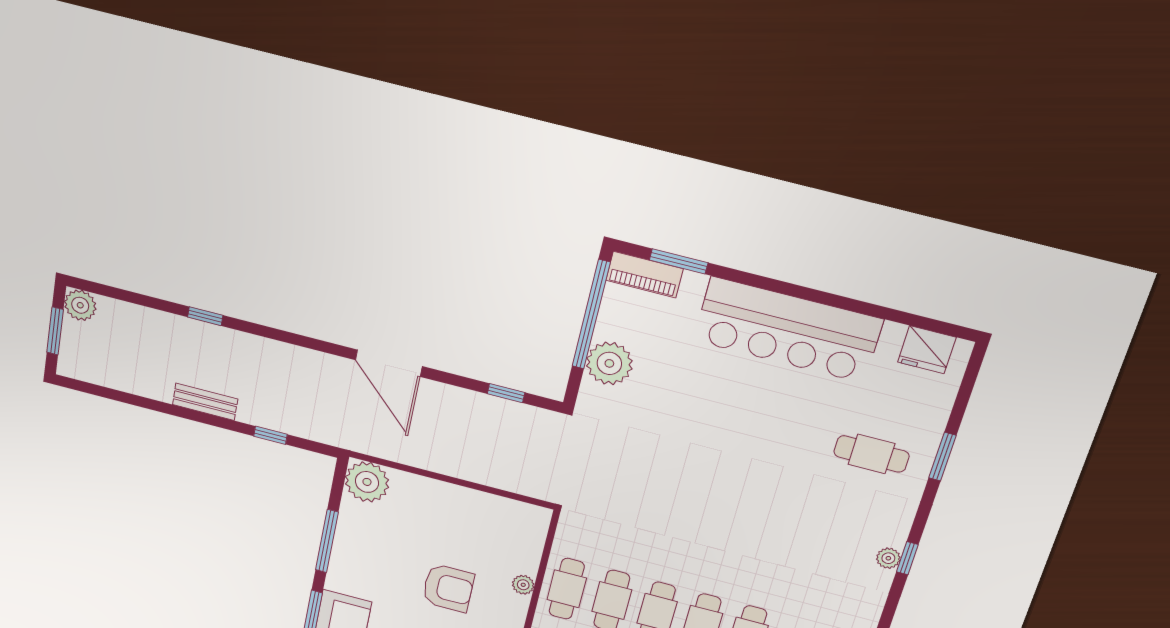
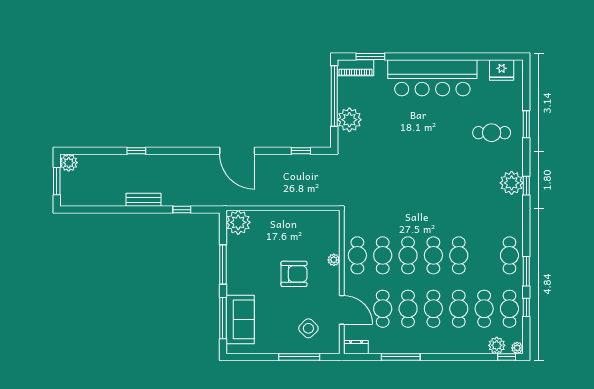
plant: (888, 558) -> (512, 183), width x1.88, depth x1.88

